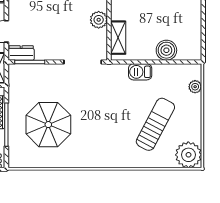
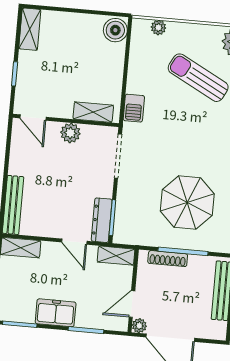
boiler: (166, 50) -> (115, 30), moved
dresser: (21, 53) -> (102, 220), width x1.44
barbecue: (140, 72) -> (134, 108), moved

